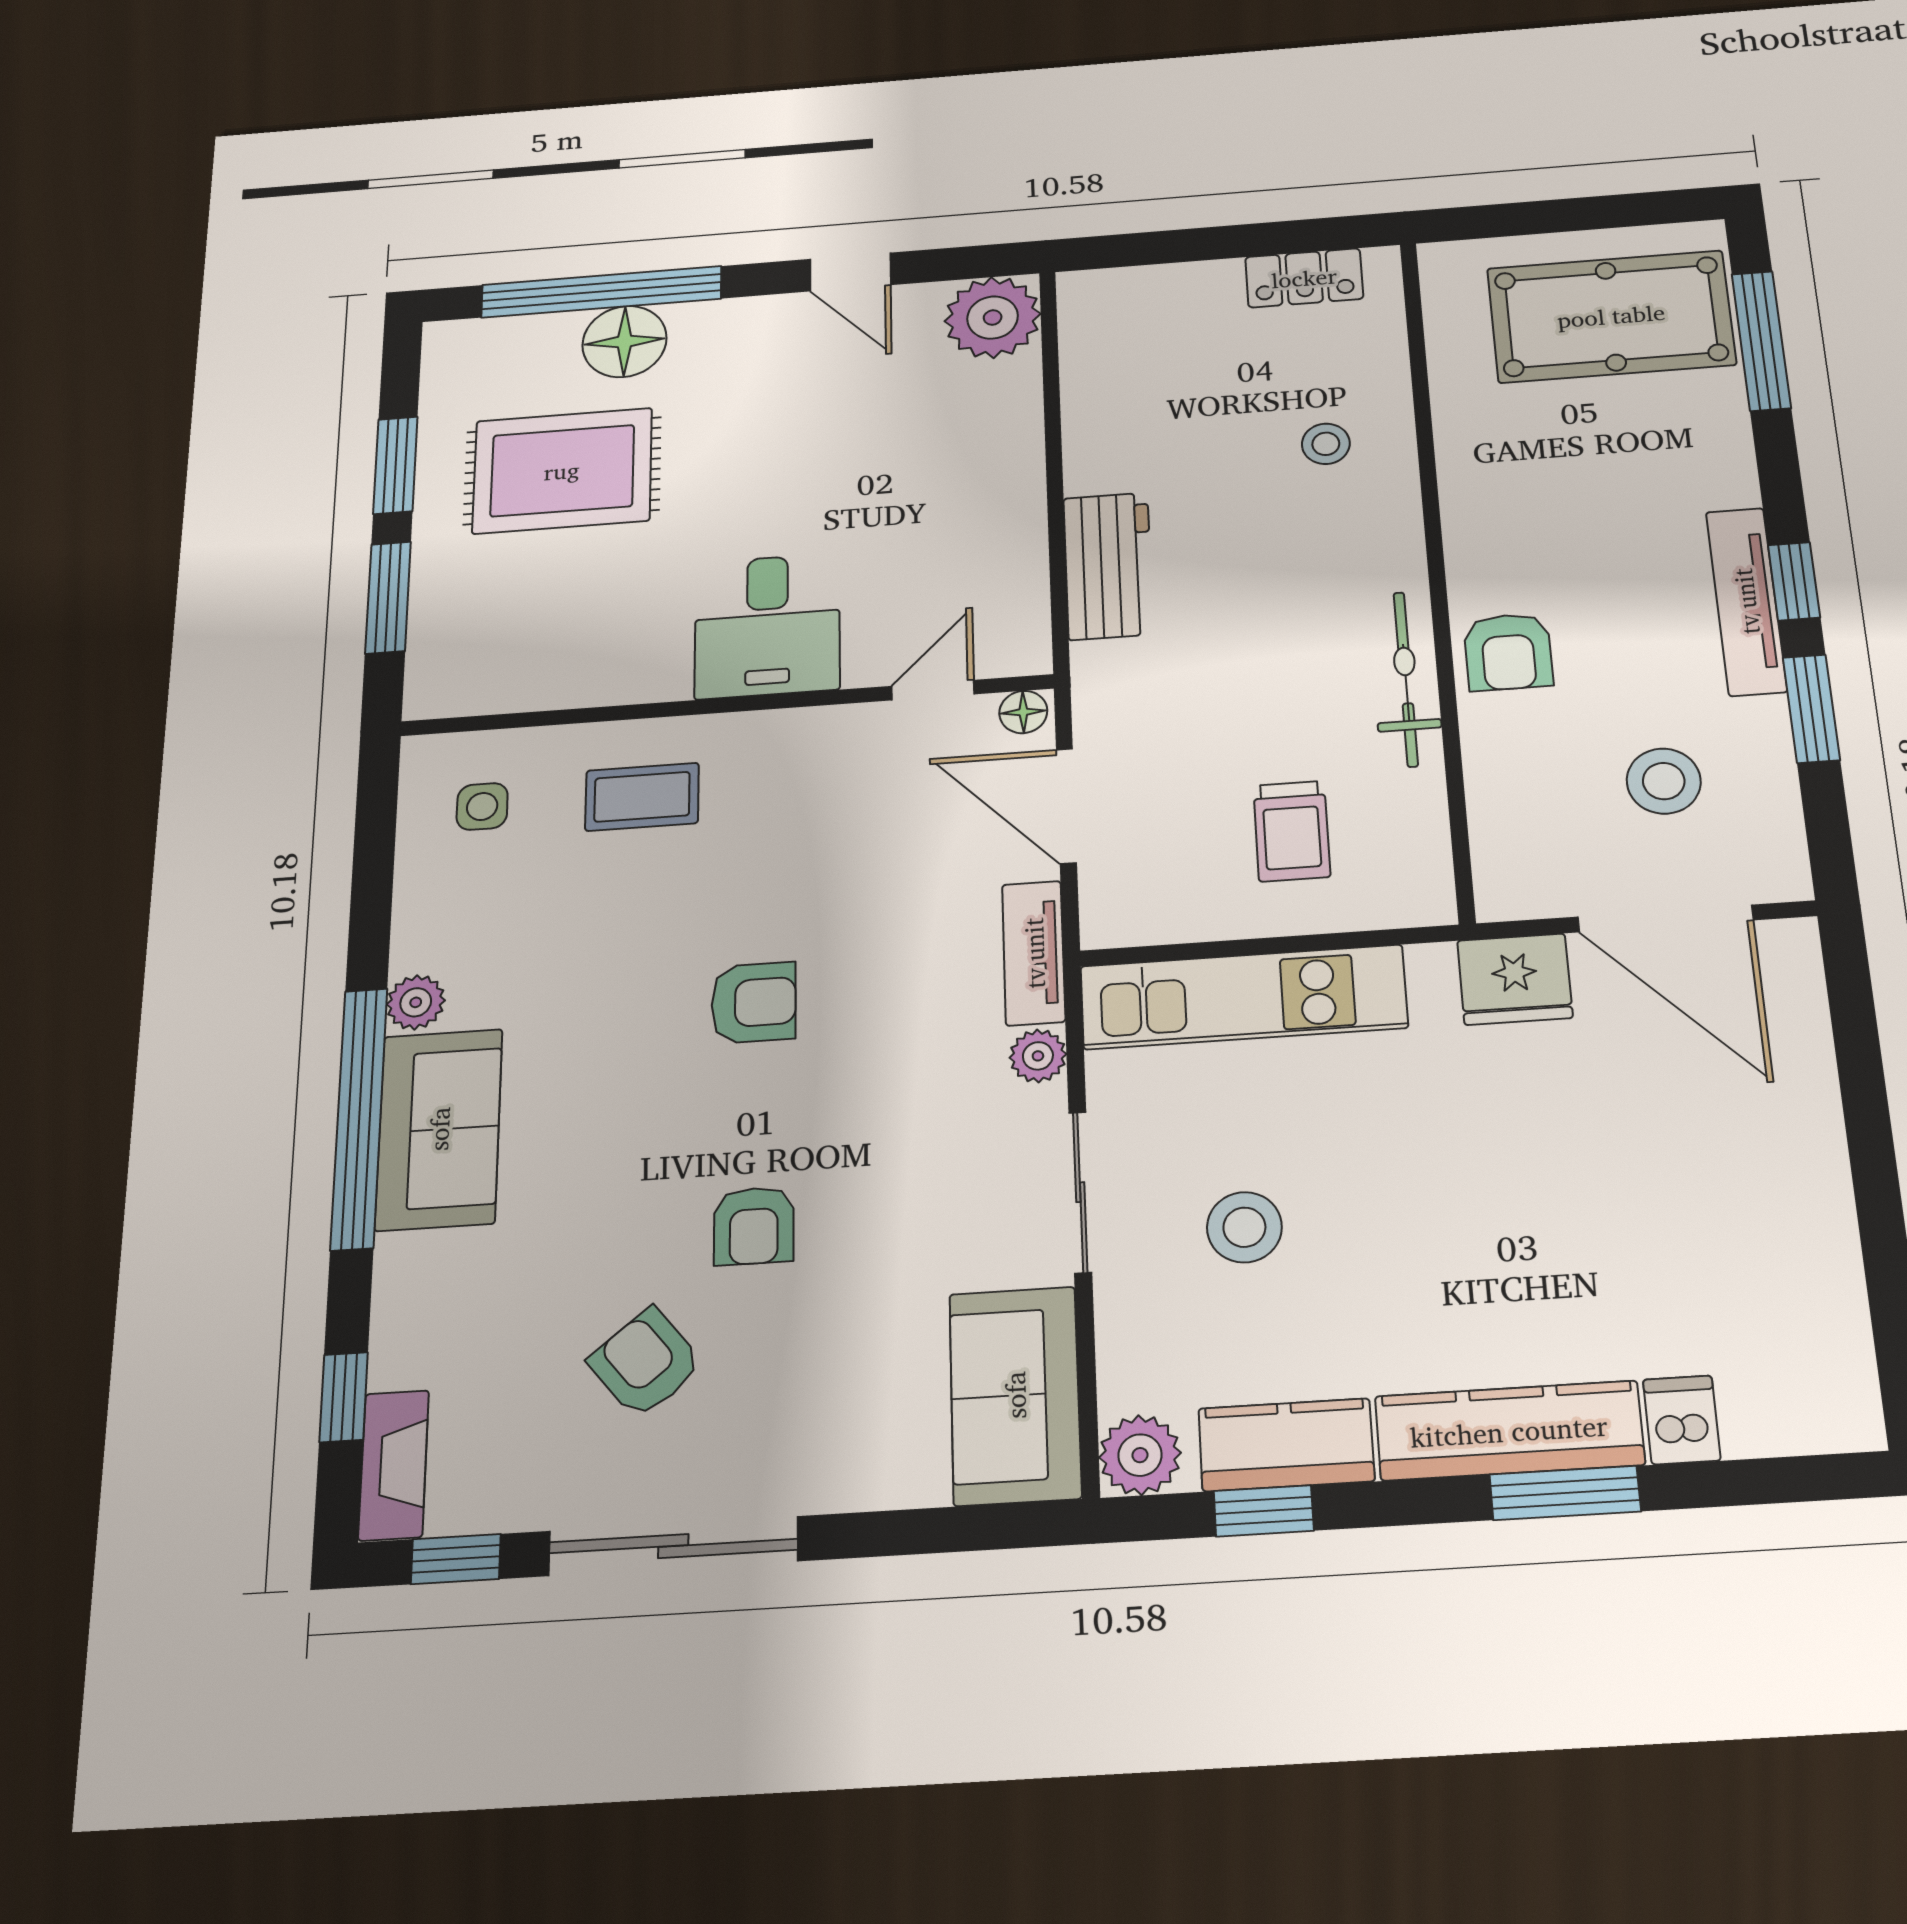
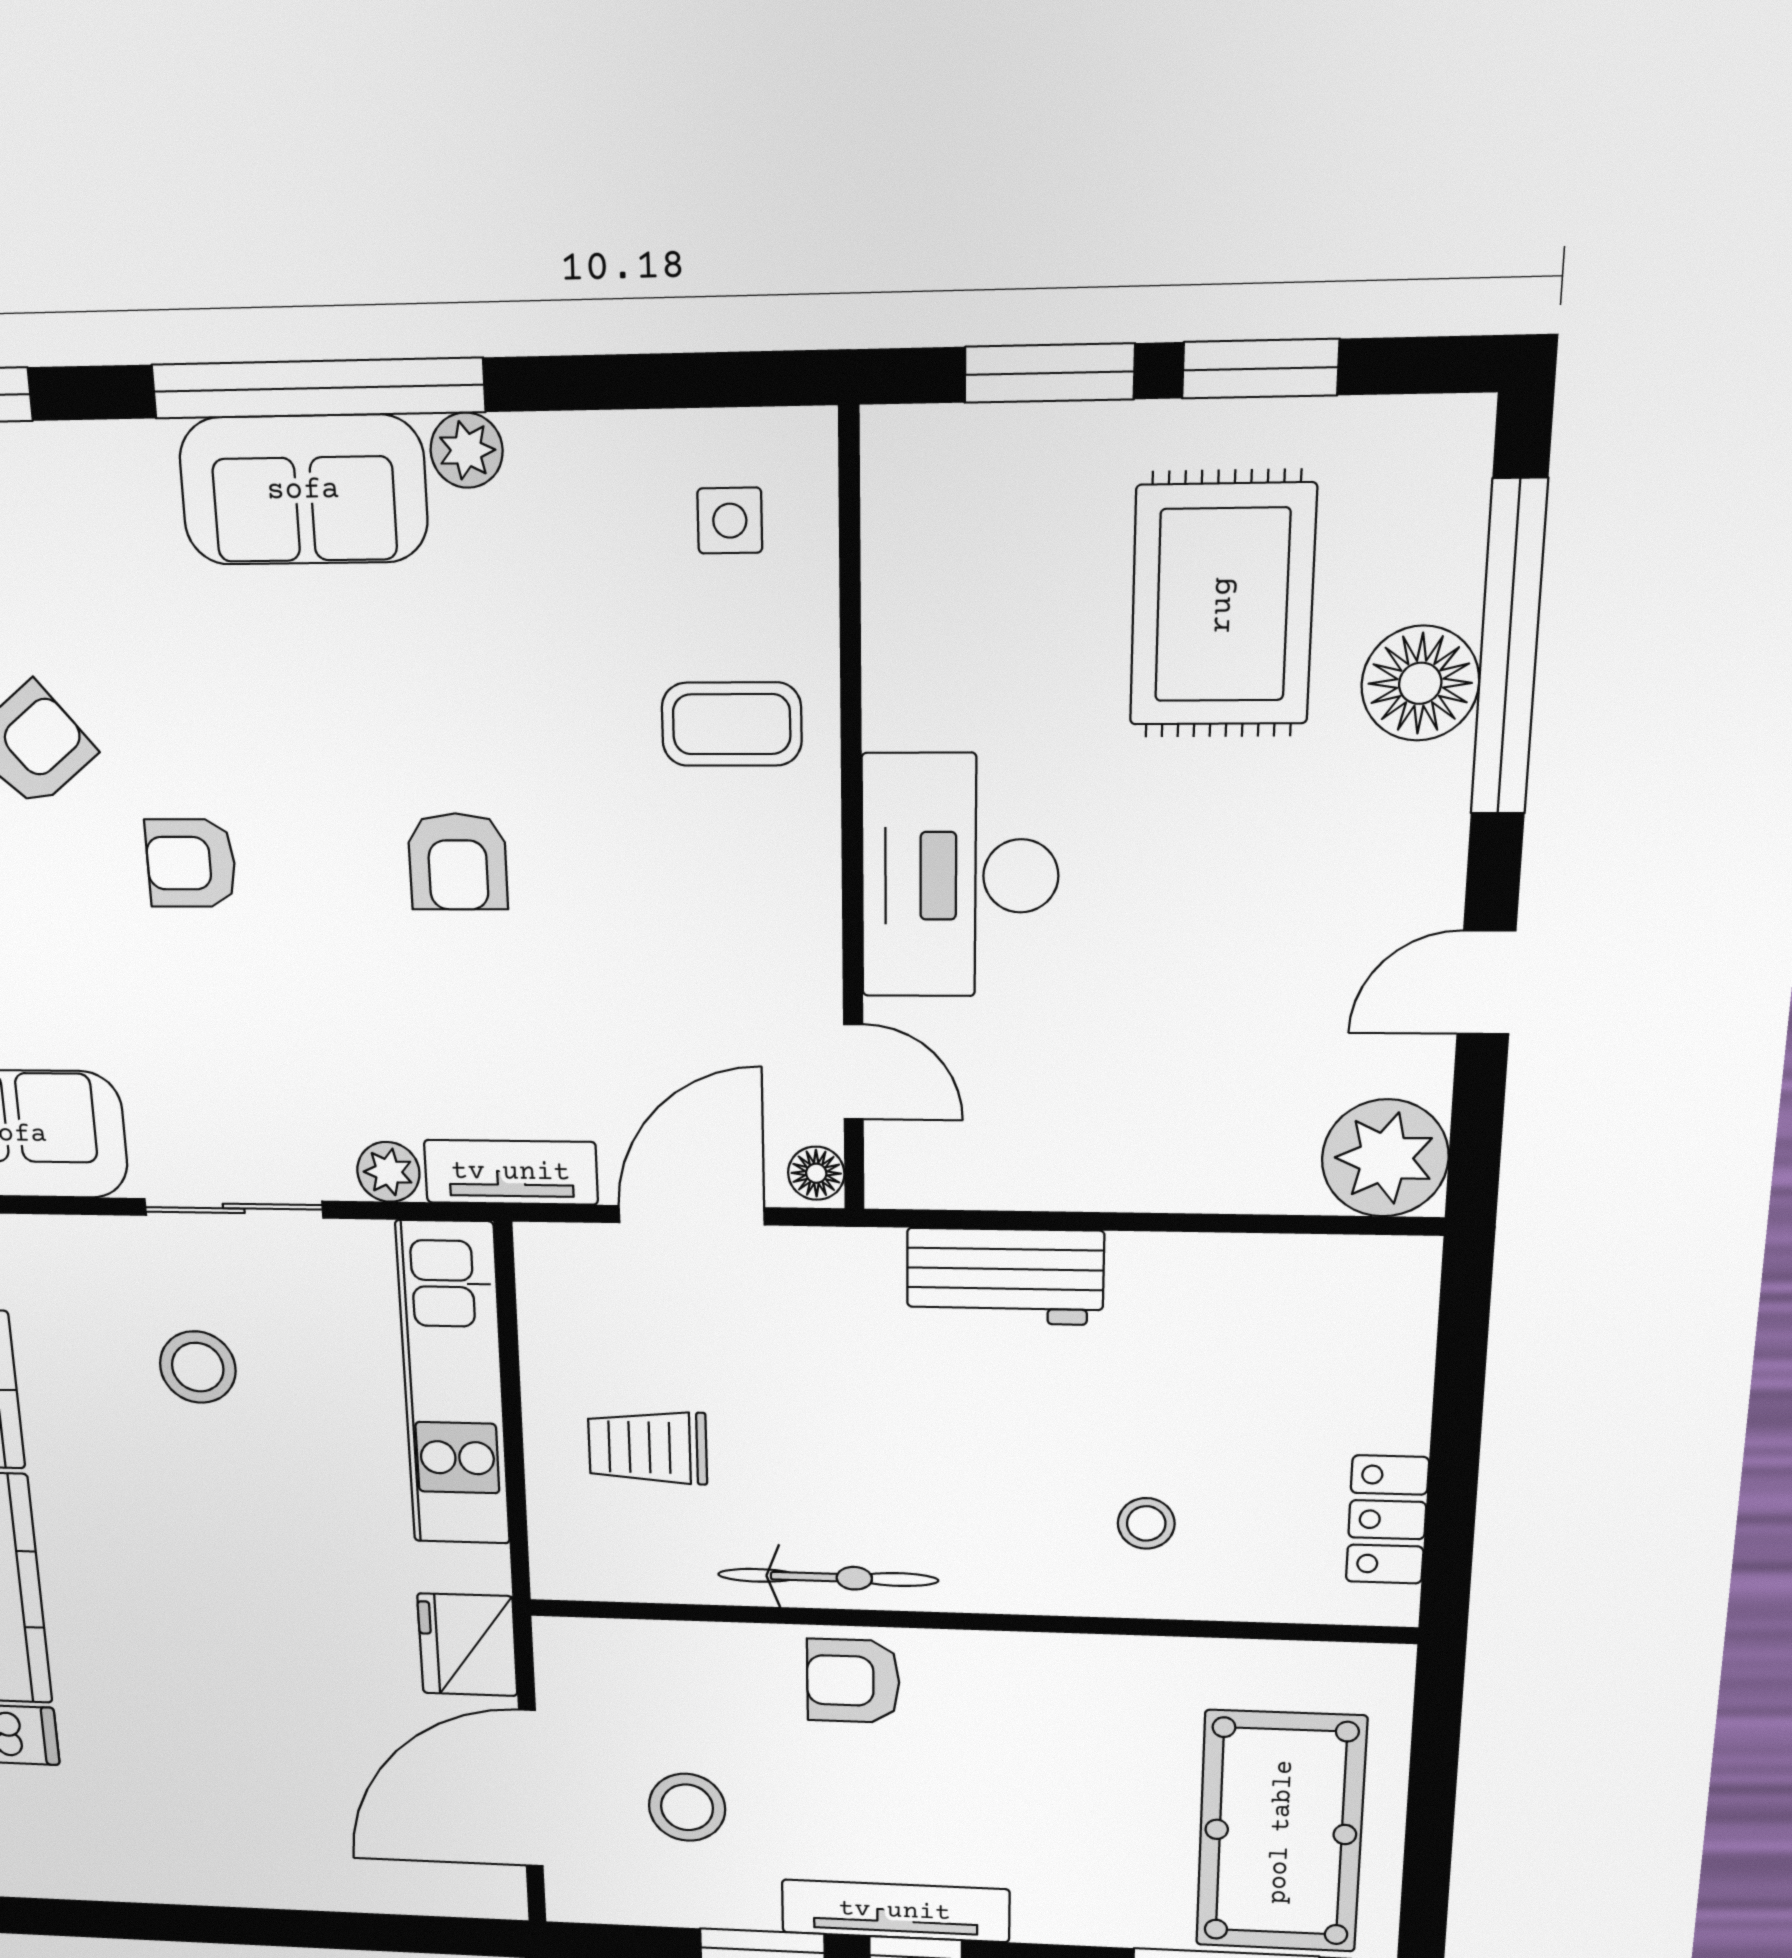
desk: (767, 626) -> (960, 876), width x1.37
coffee table: (642, 797) -> (732, 724), turned 90

